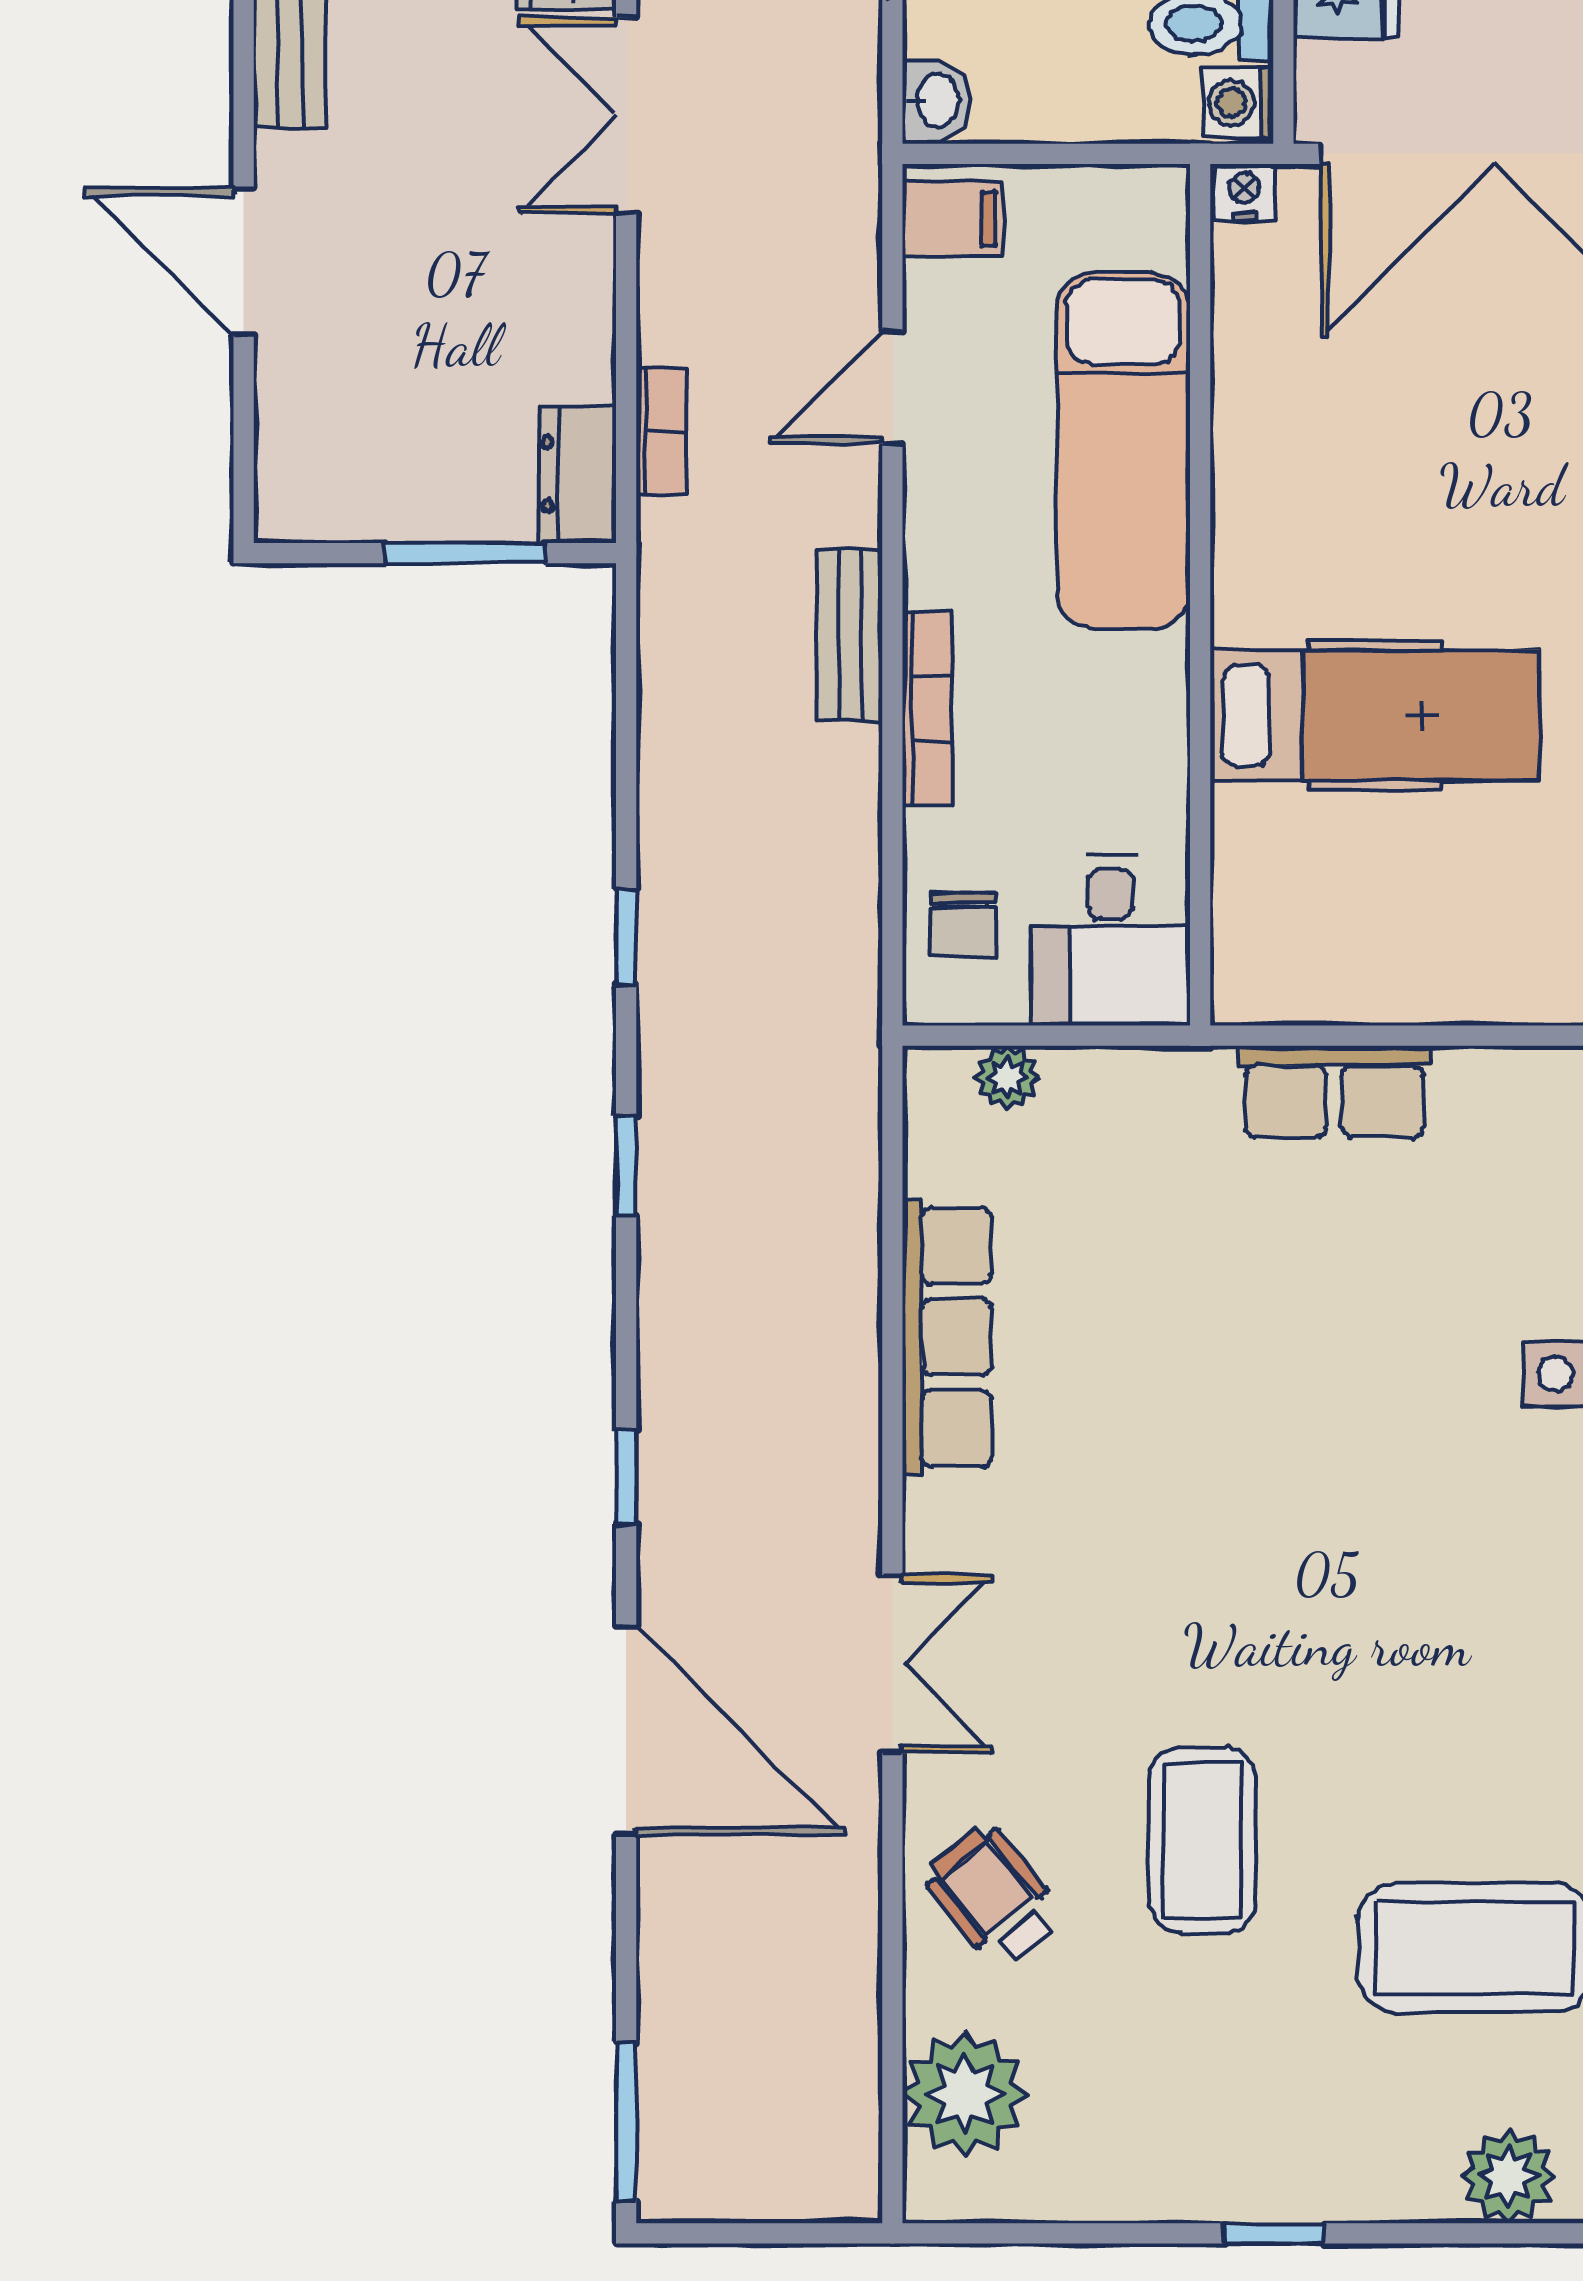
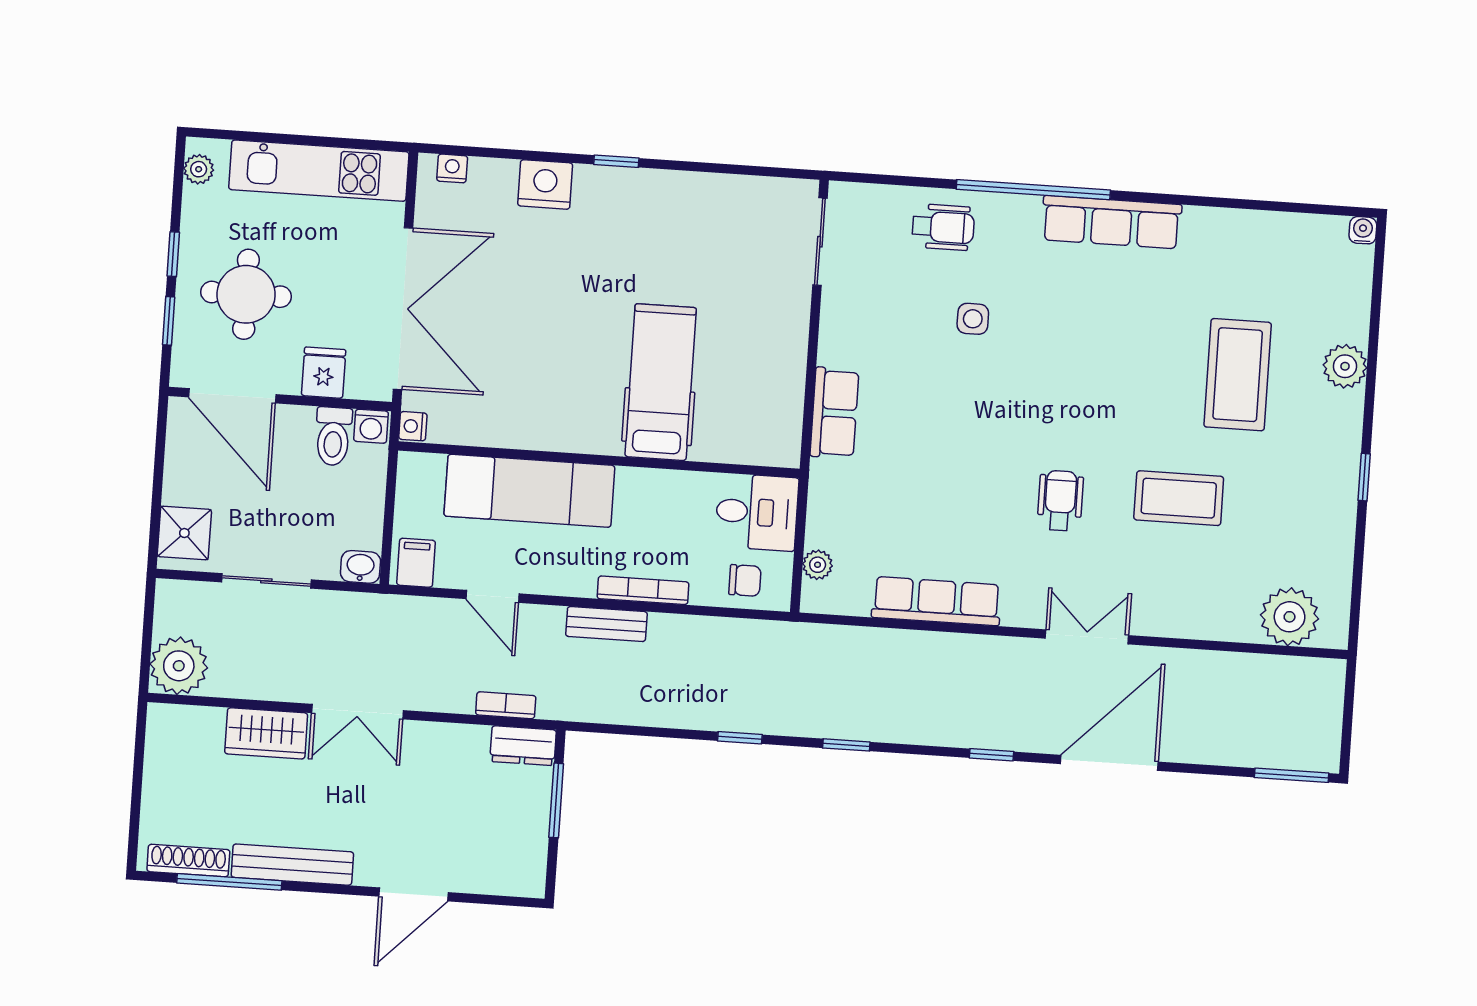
wheelchair: (993, 1896) -> (1060, 501), moved, turned 129

